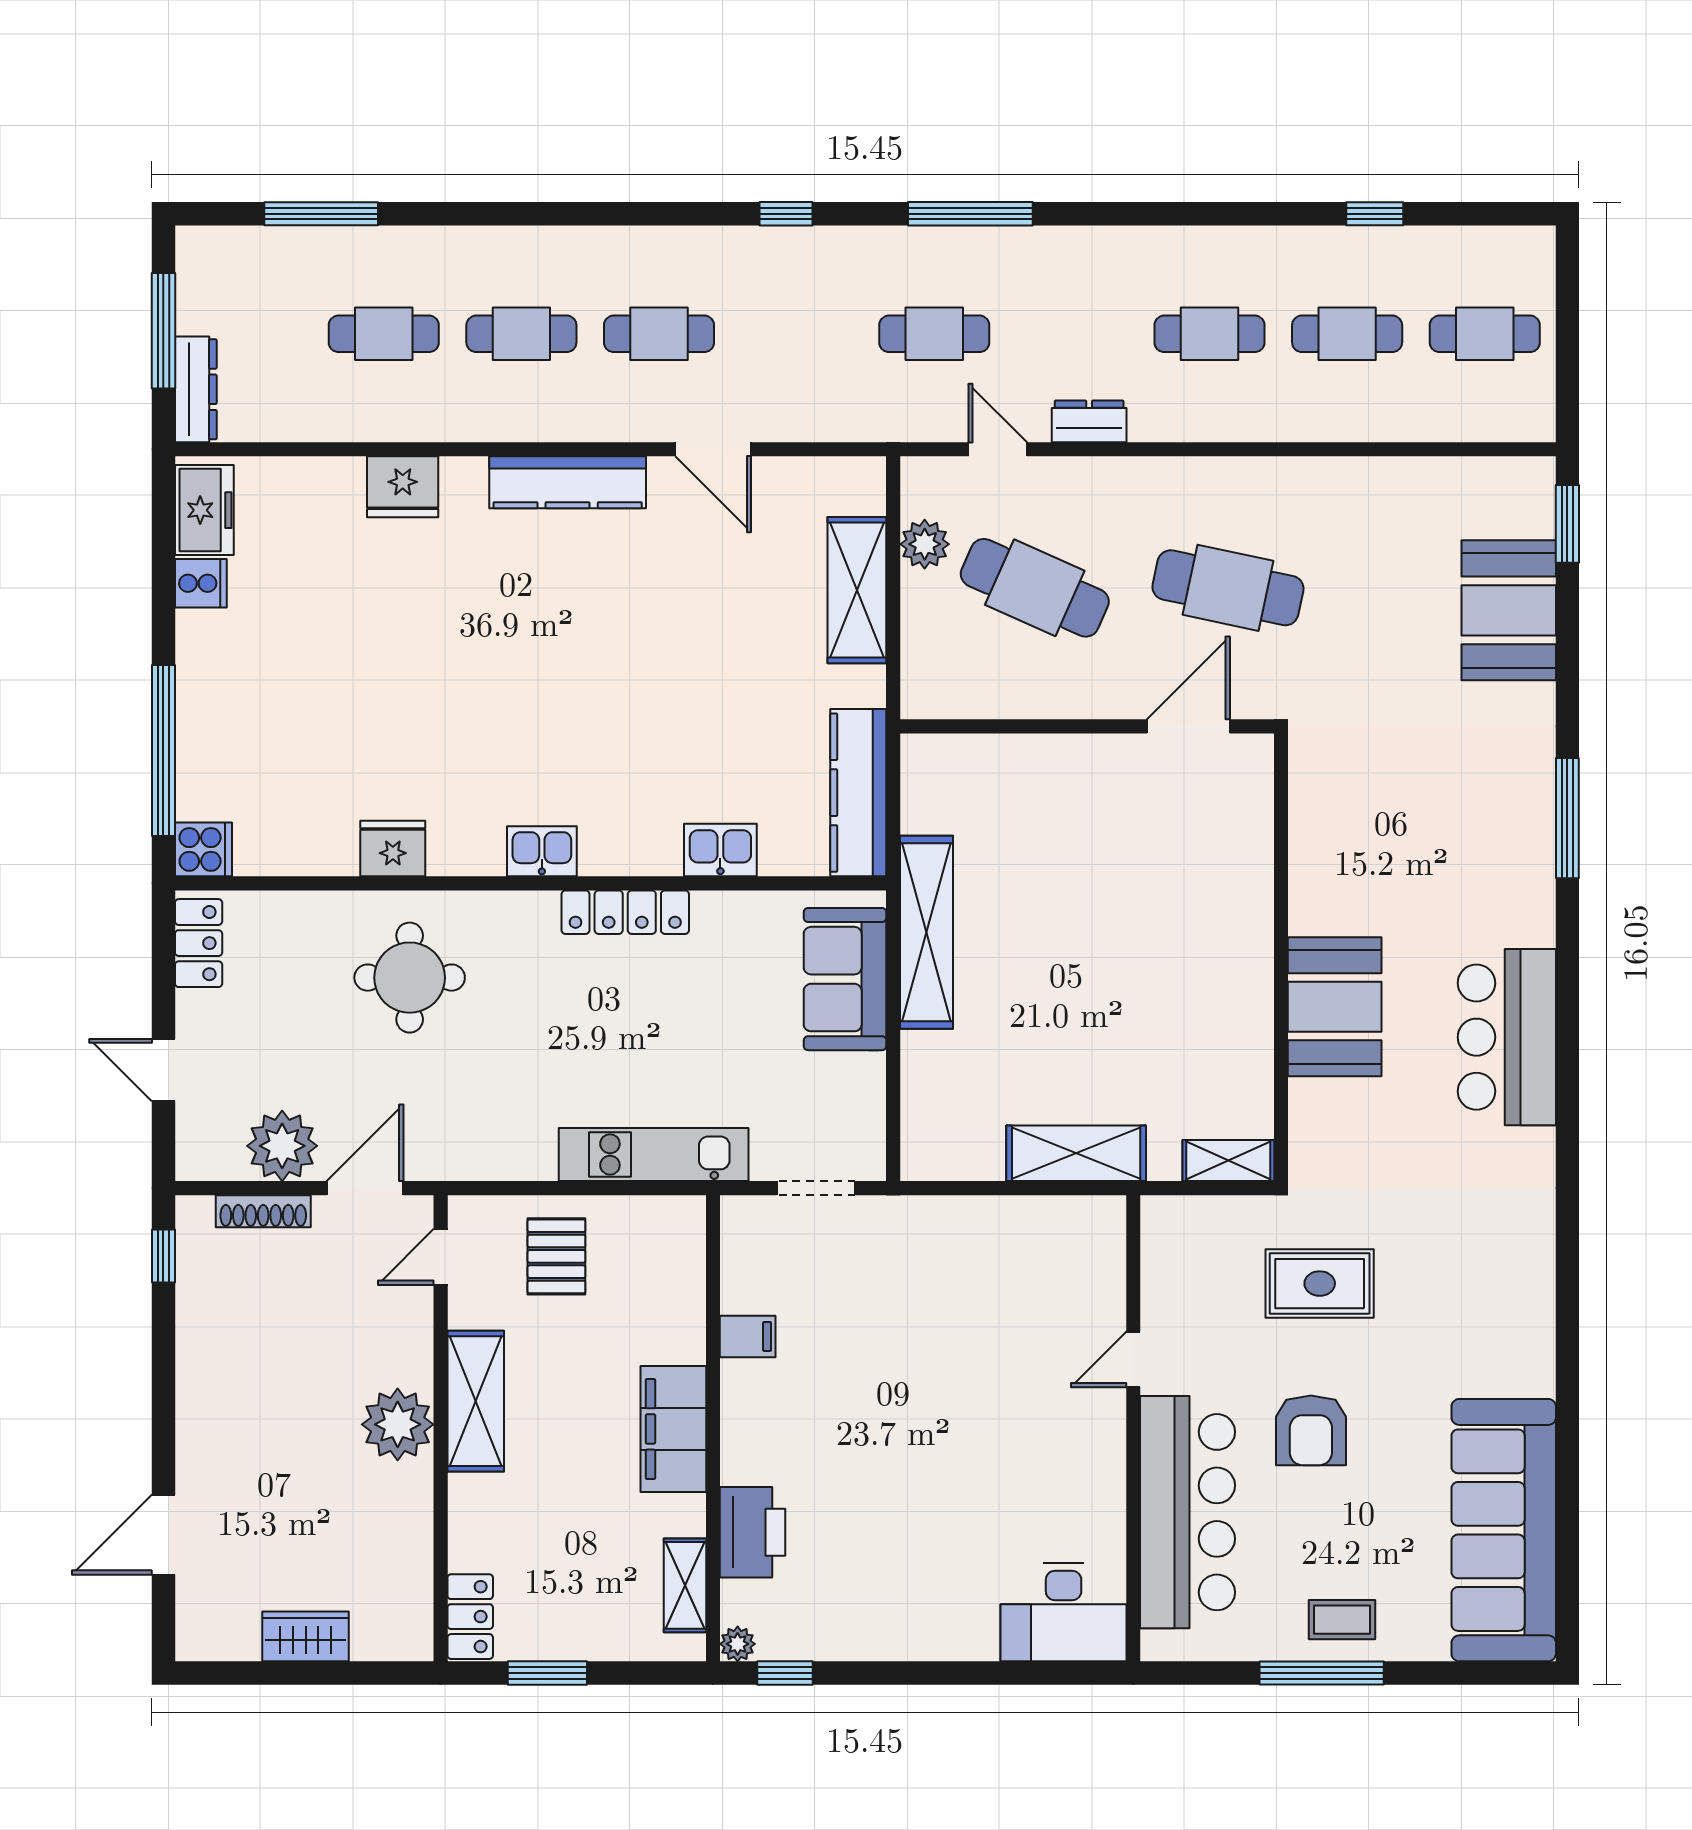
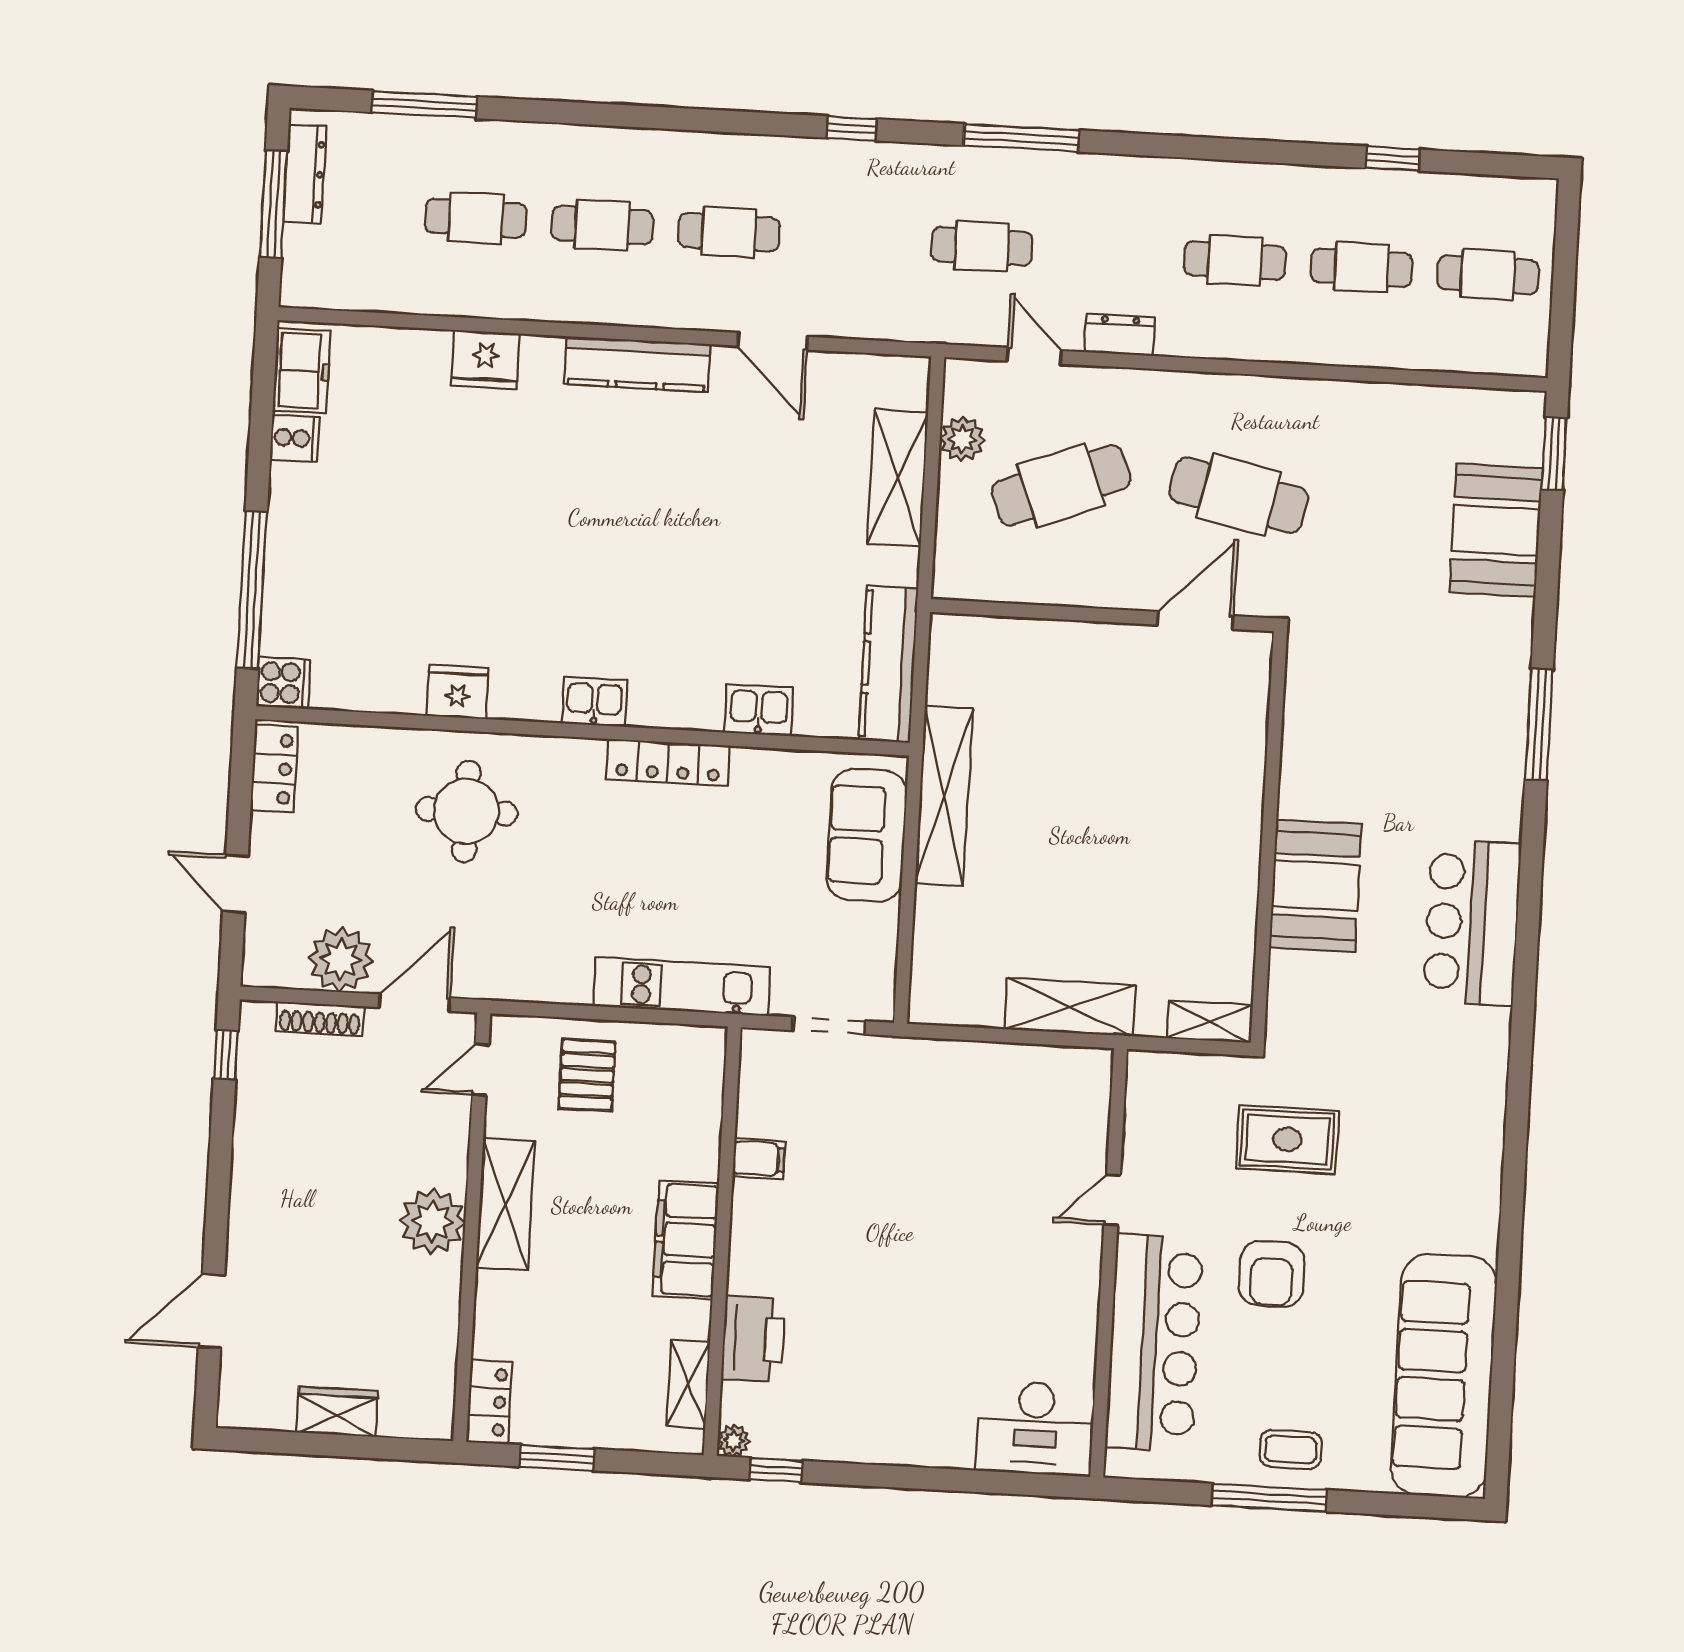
dresser: (196, 389) -> (305, 174), moved
cafe table: (1035, 588) -> (1061, 485), turned -45

